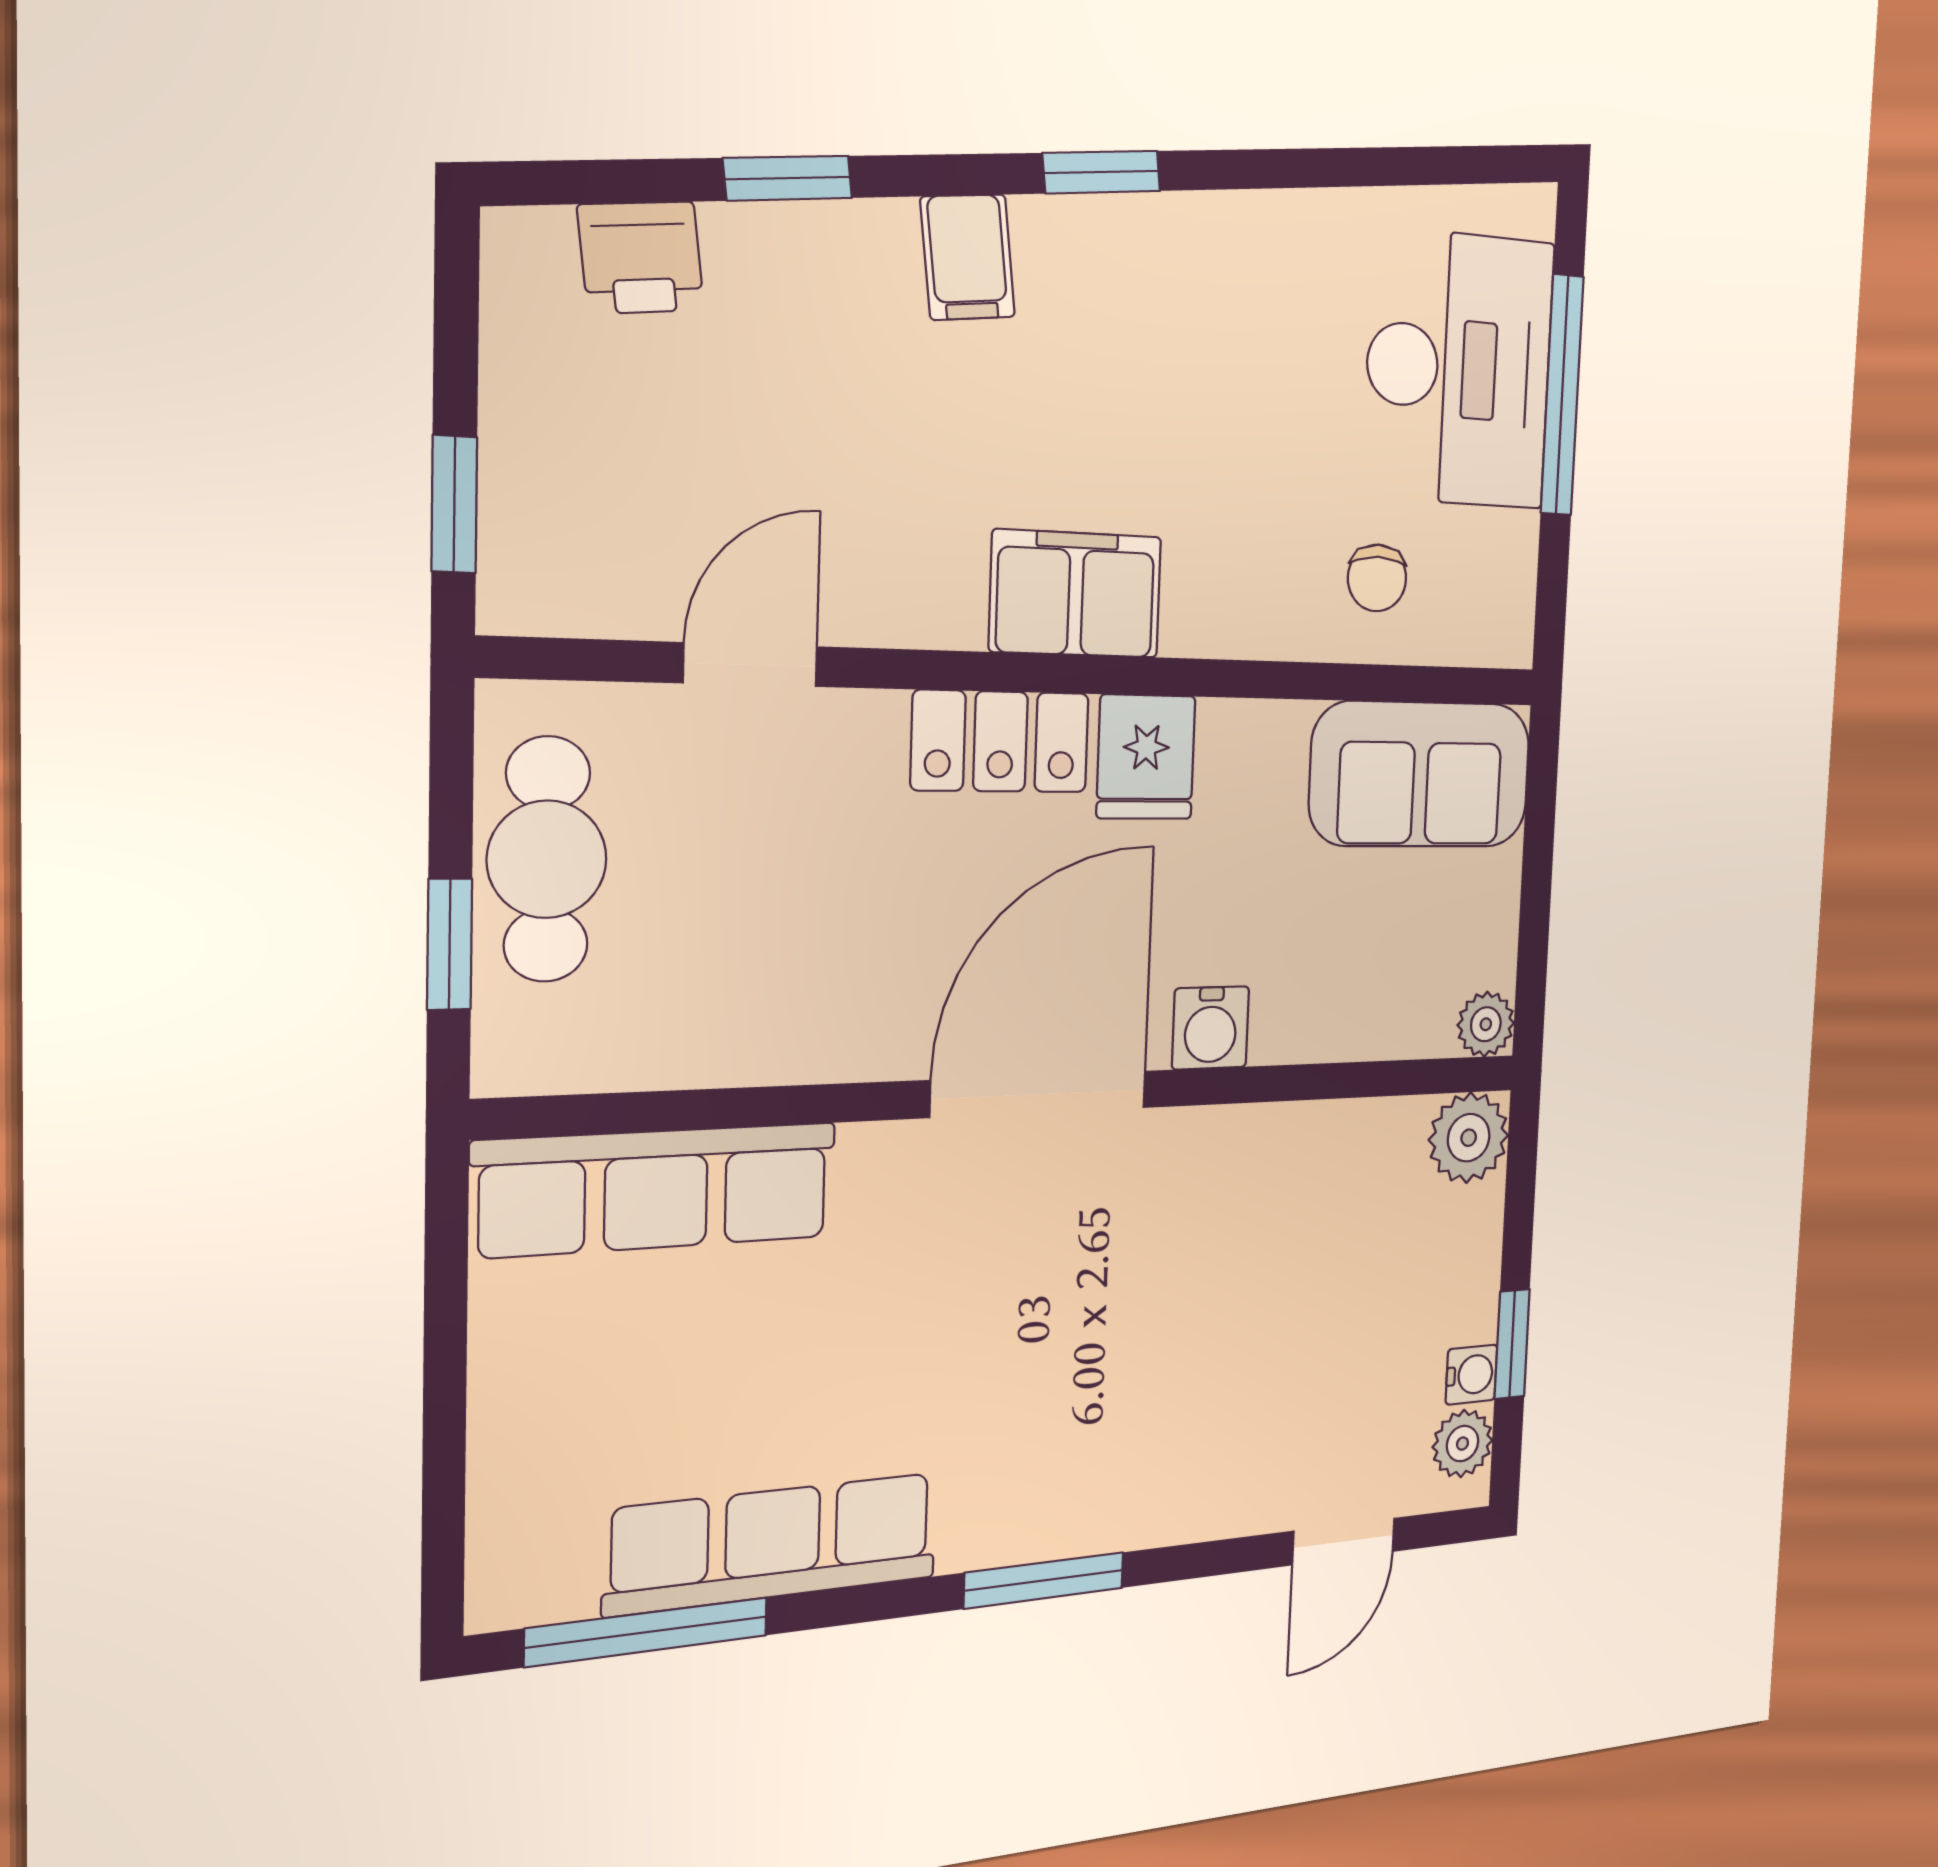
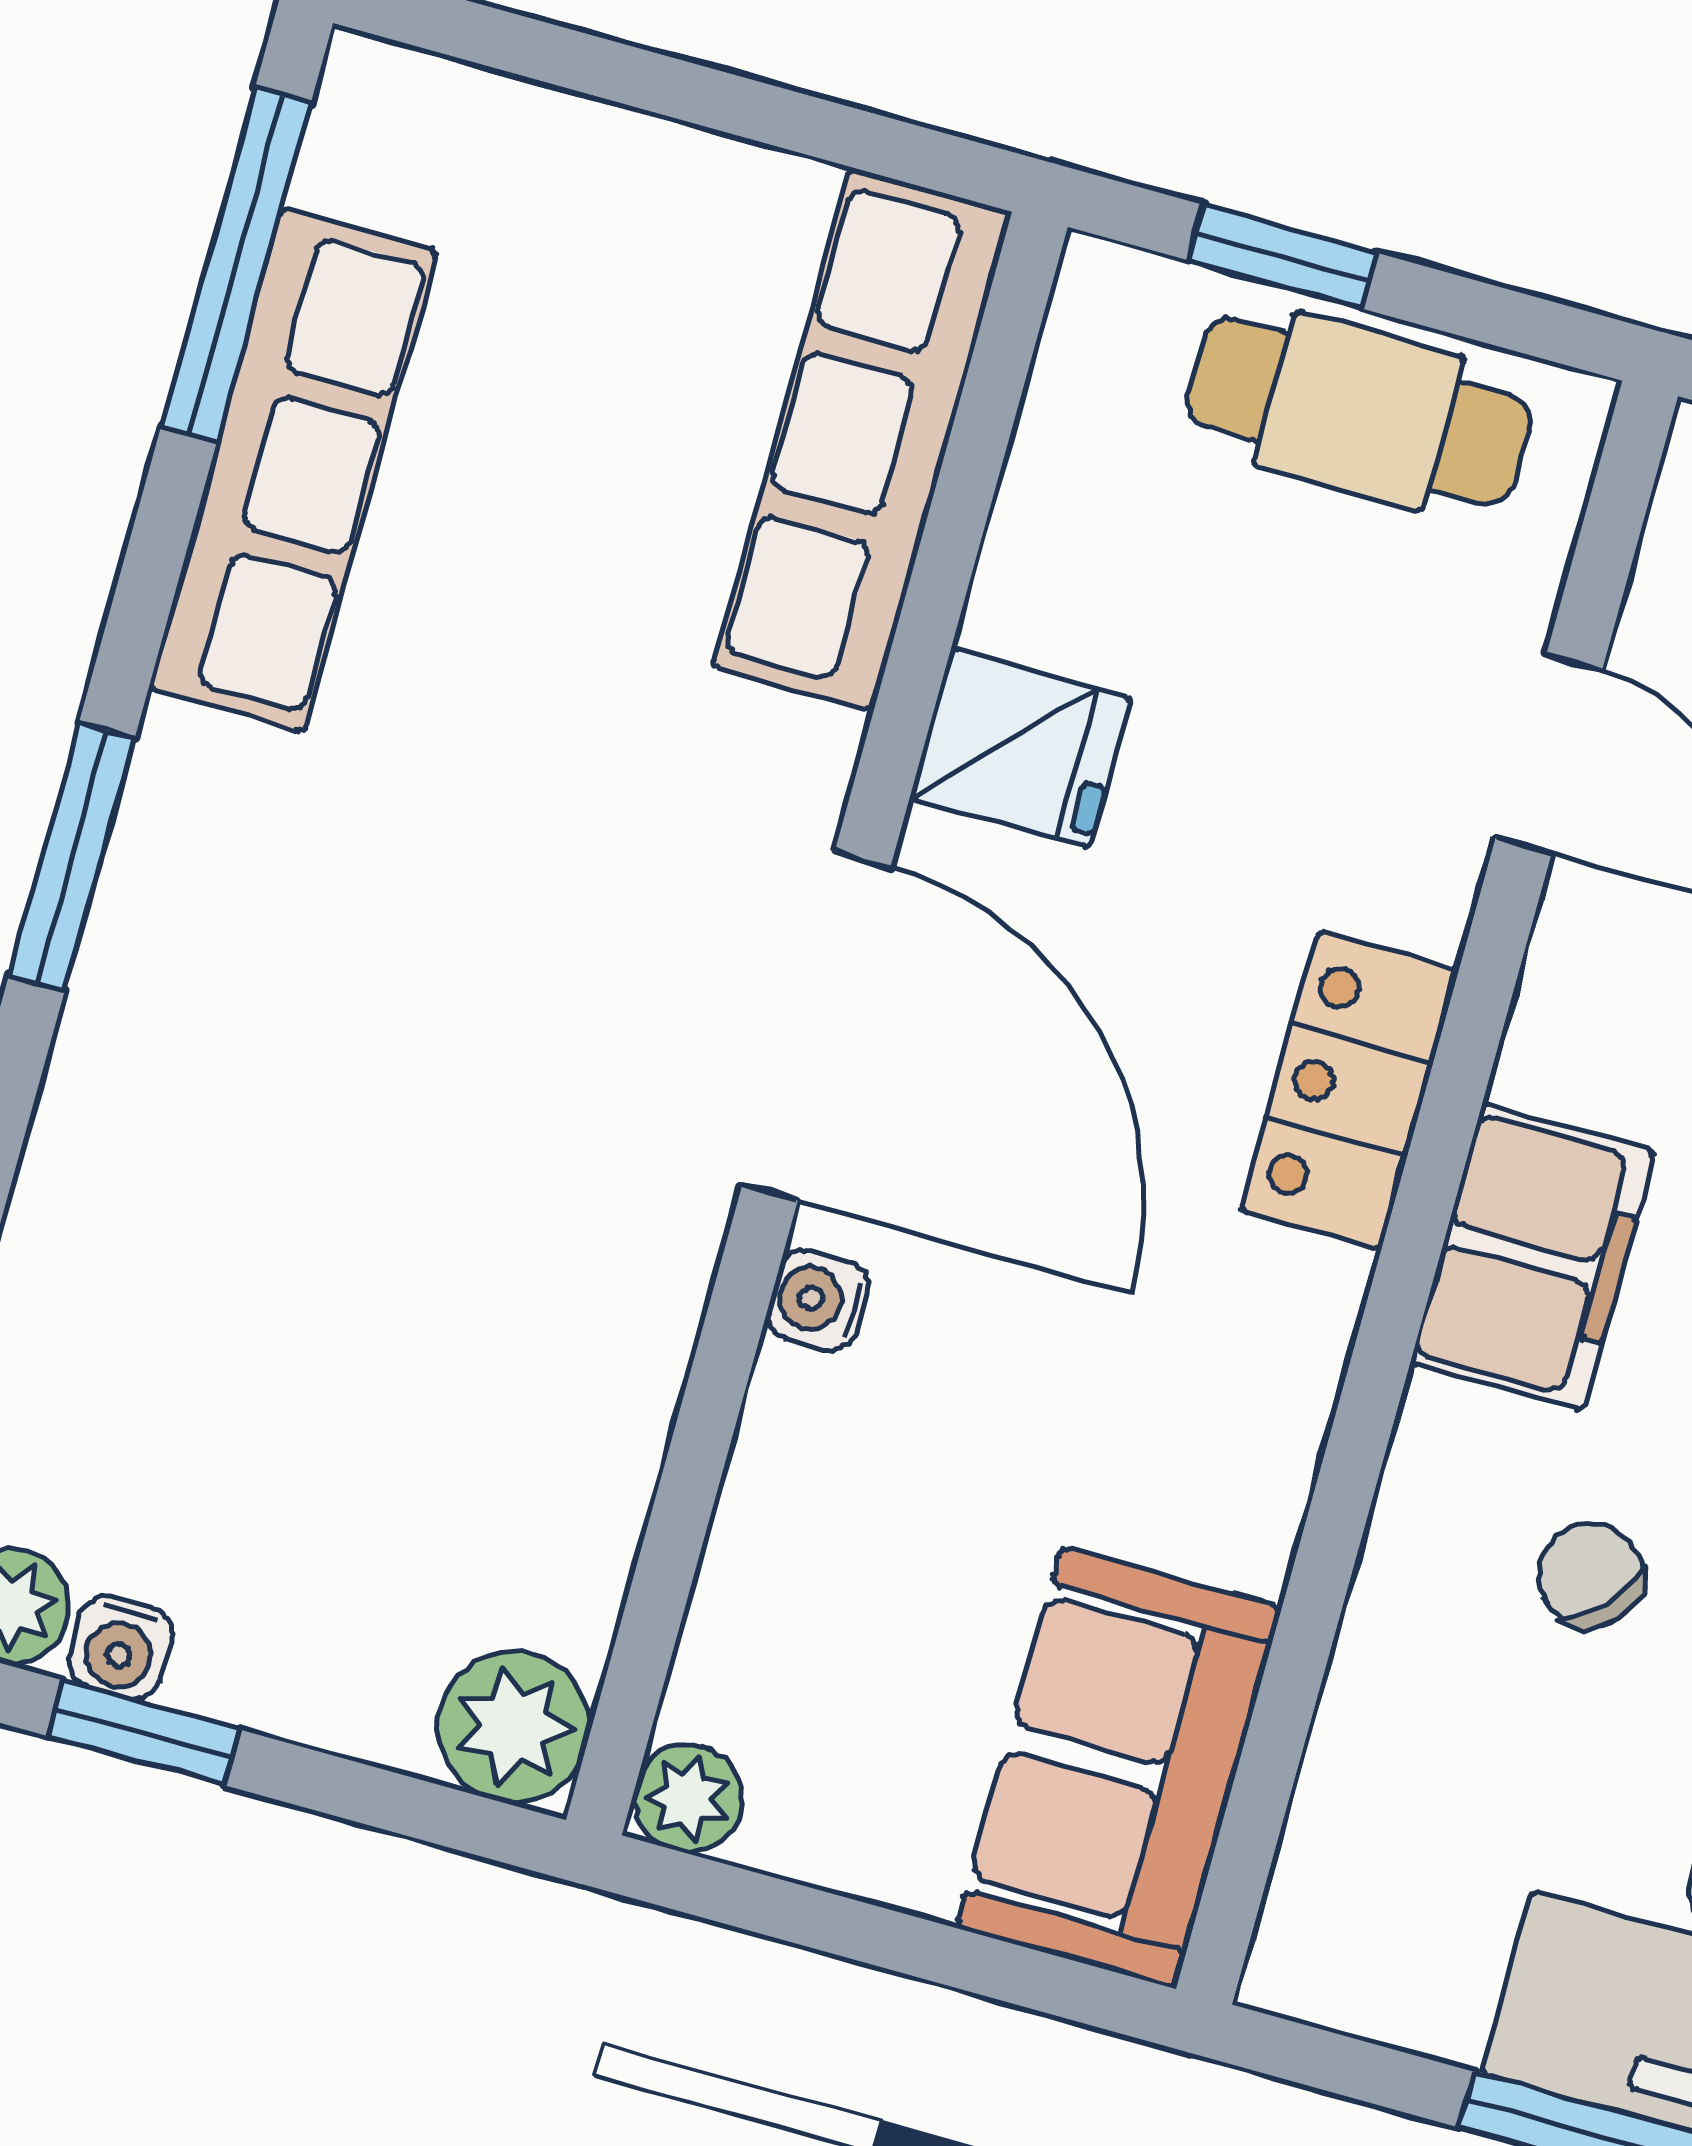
chair: (1377, 578) -> (1591, 1575), moved, turned 43
fridge: (1146, 757) -> (1020, 747), moved, turned 180
water cooler: (1211, 1028) -> (818, 1300), width x0.72, depth x0.72

